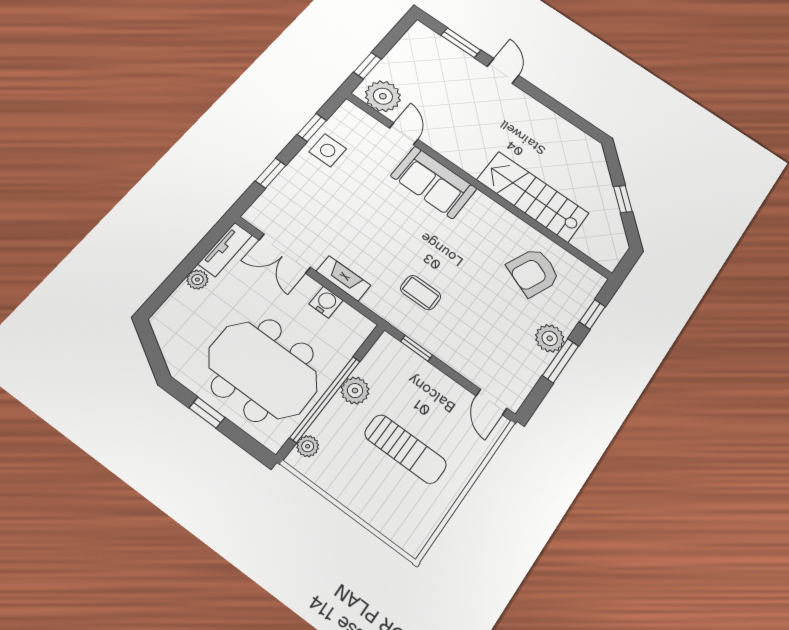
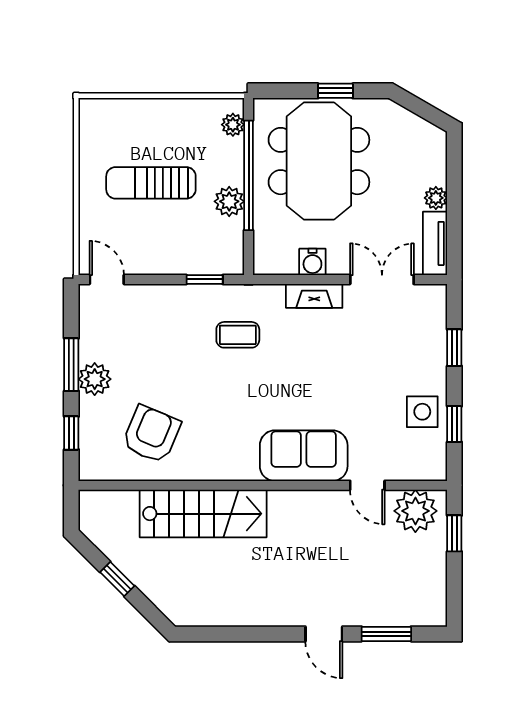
meeting table: (263, 370) -> (319, 161), turned 90

